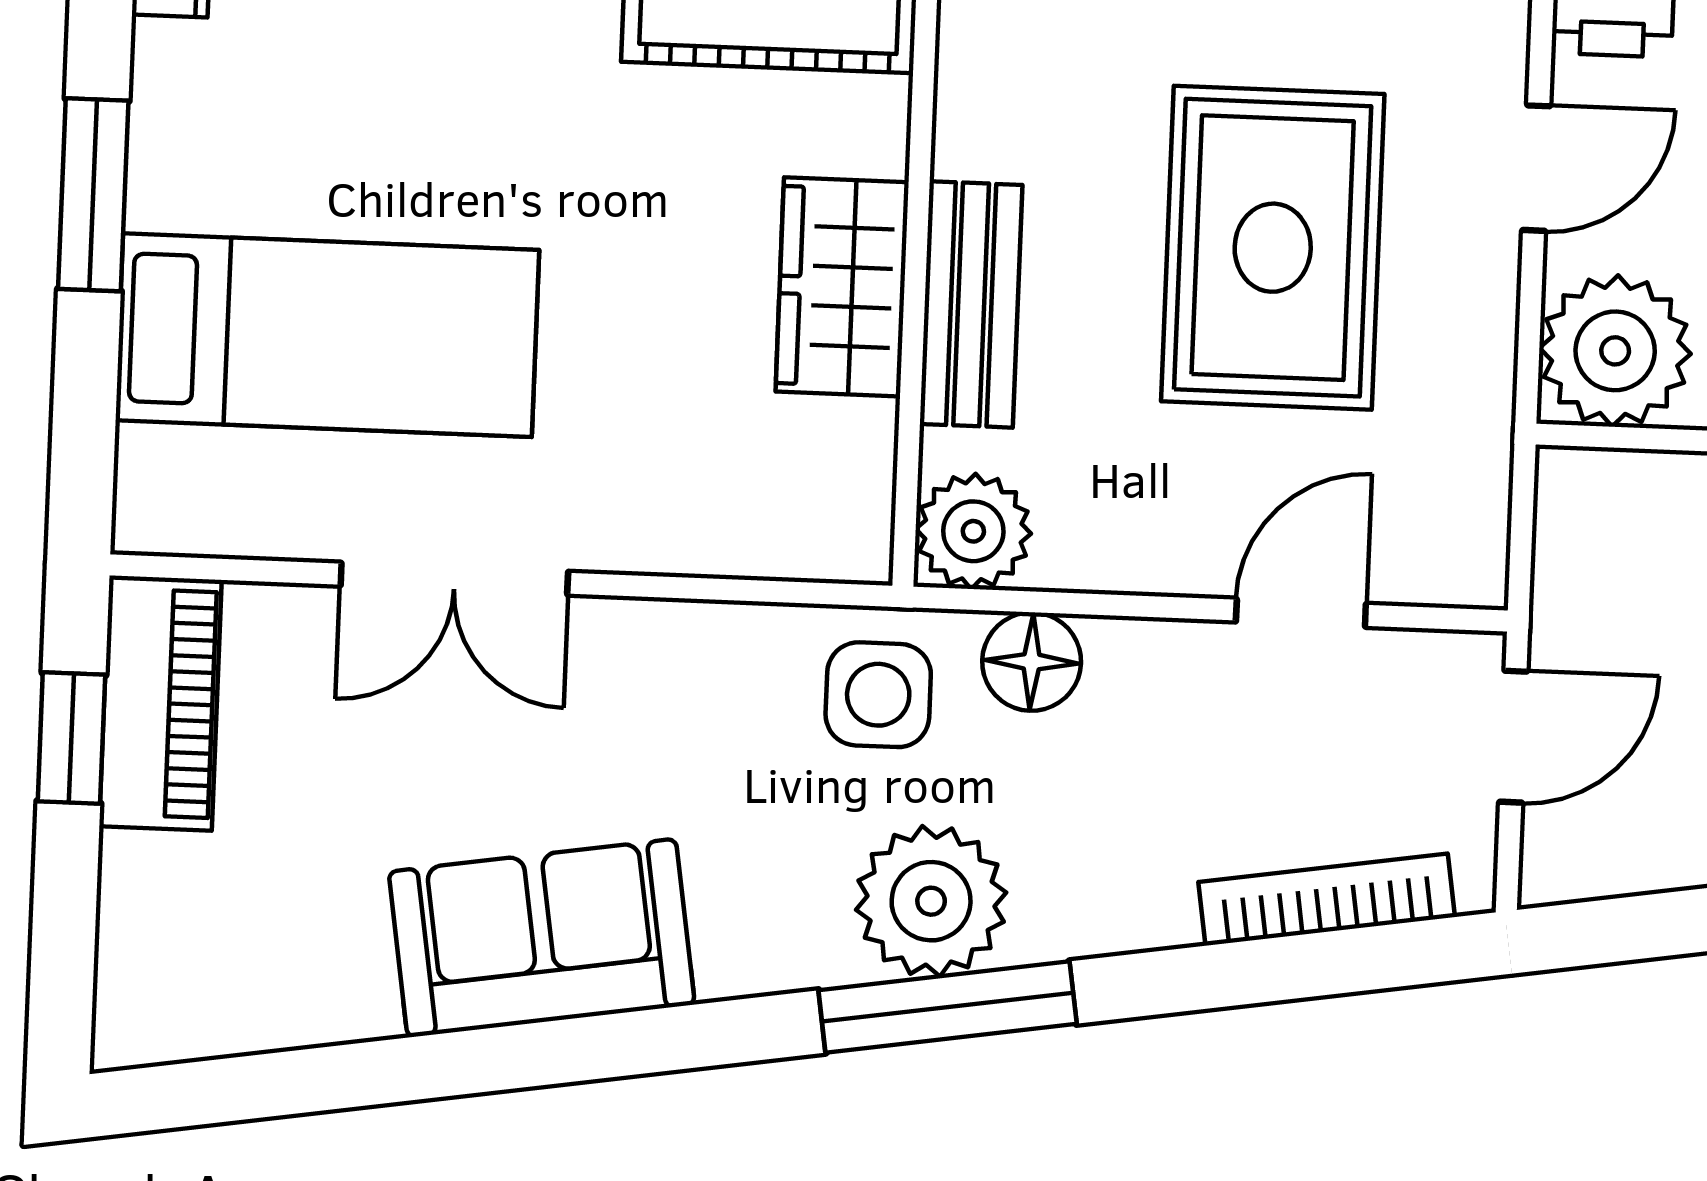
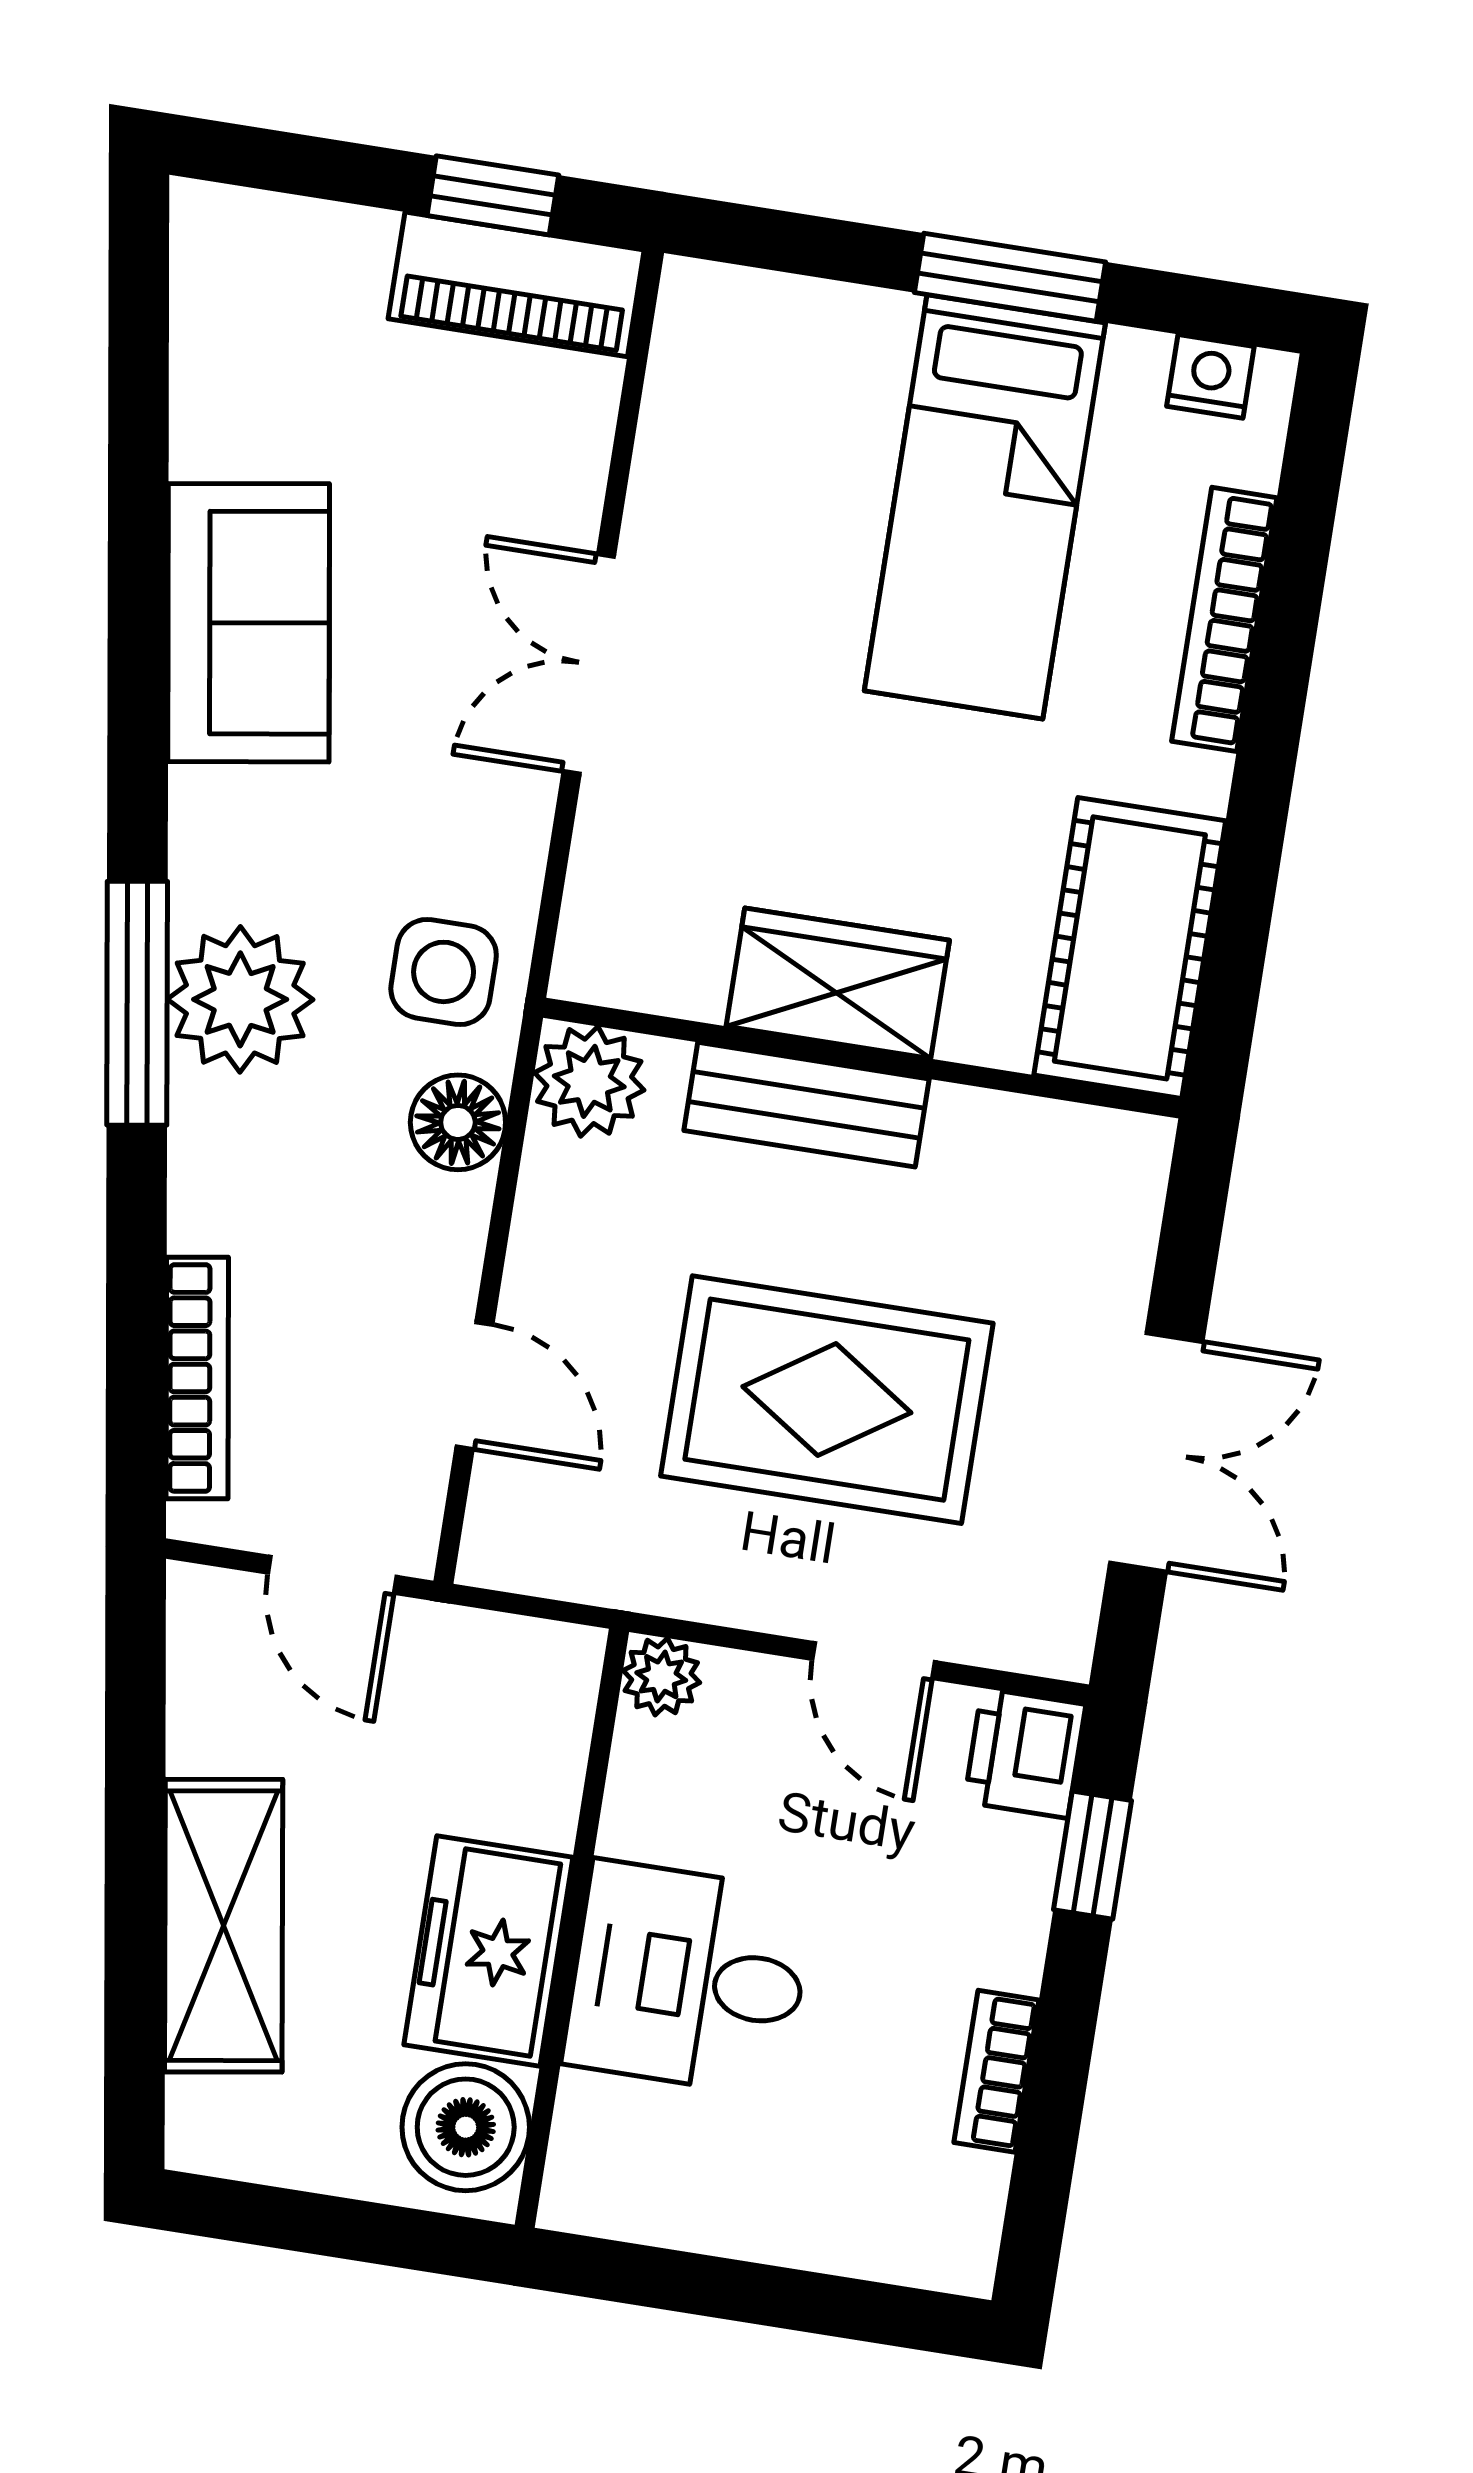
bed: (327, 335) -> (985, 507), moved
plant: (1615, 351) -> (661, 1677), width x0.53, depth x0.53
double door: (454, 579) -> (589, 664), moved

